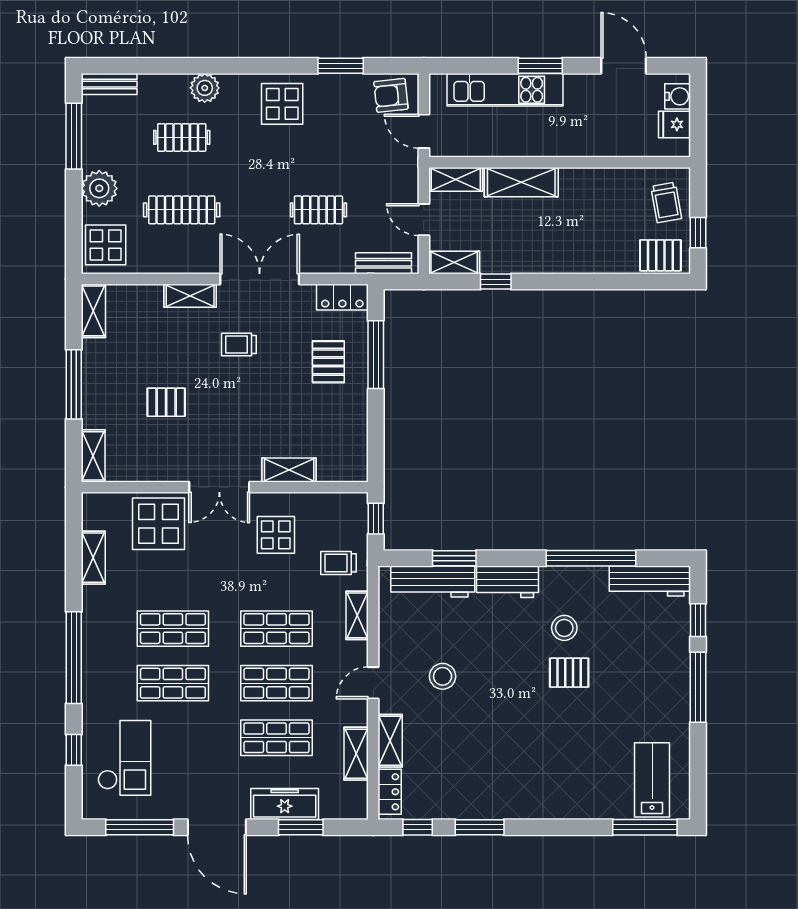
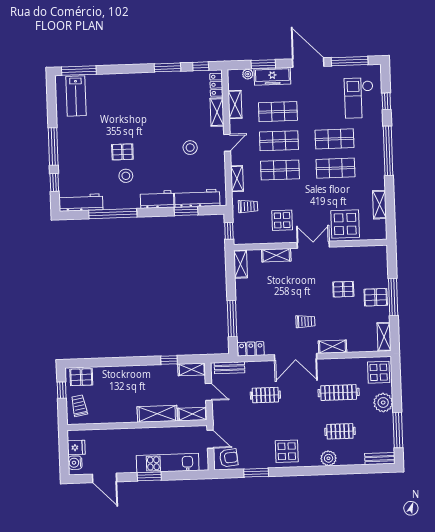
pallet: (328, 362) -> (376, 297), moved, turned 90
shelving: (93, 456) -> (240, 264), moved
plant: (330, 810) -> (248, 74), added

